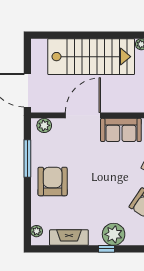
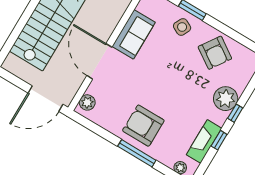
window: (27, 158) -> (137, 153), moved
window: (77, 249) -> (219, 140), added

